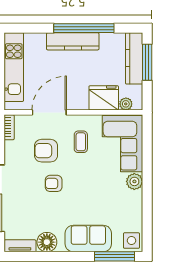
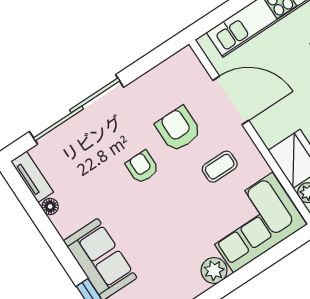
bookcase: (9, 127) -> (177, 61), removed
floor lamp: (47, 242) -> (50, 206), width x0.53, depth x0.53

